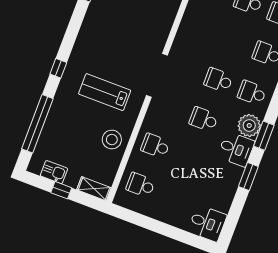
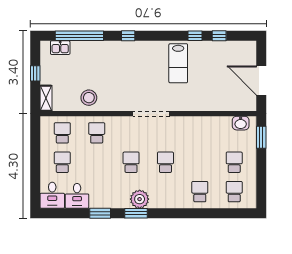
lab bench: (105, 92) -> (178, 63), moved, turned 180
school desk: (252, 93) -> (62, 162), moved
desk: (236, 149) -> (77, 196), moved
kitchen sink: (54, 172) -> (60, 48), moved, turned 90

